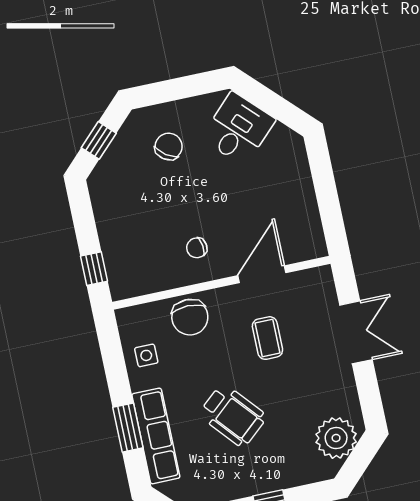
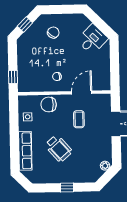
desk: (238, 129) -> (92, 39), moved
chair: (190, 317) -> (49, 104), turned 90
window: (128, 428) -> (14, 145), removed
plant: (336, 438) -> (105, 166), width x0.53, depth x0.53

